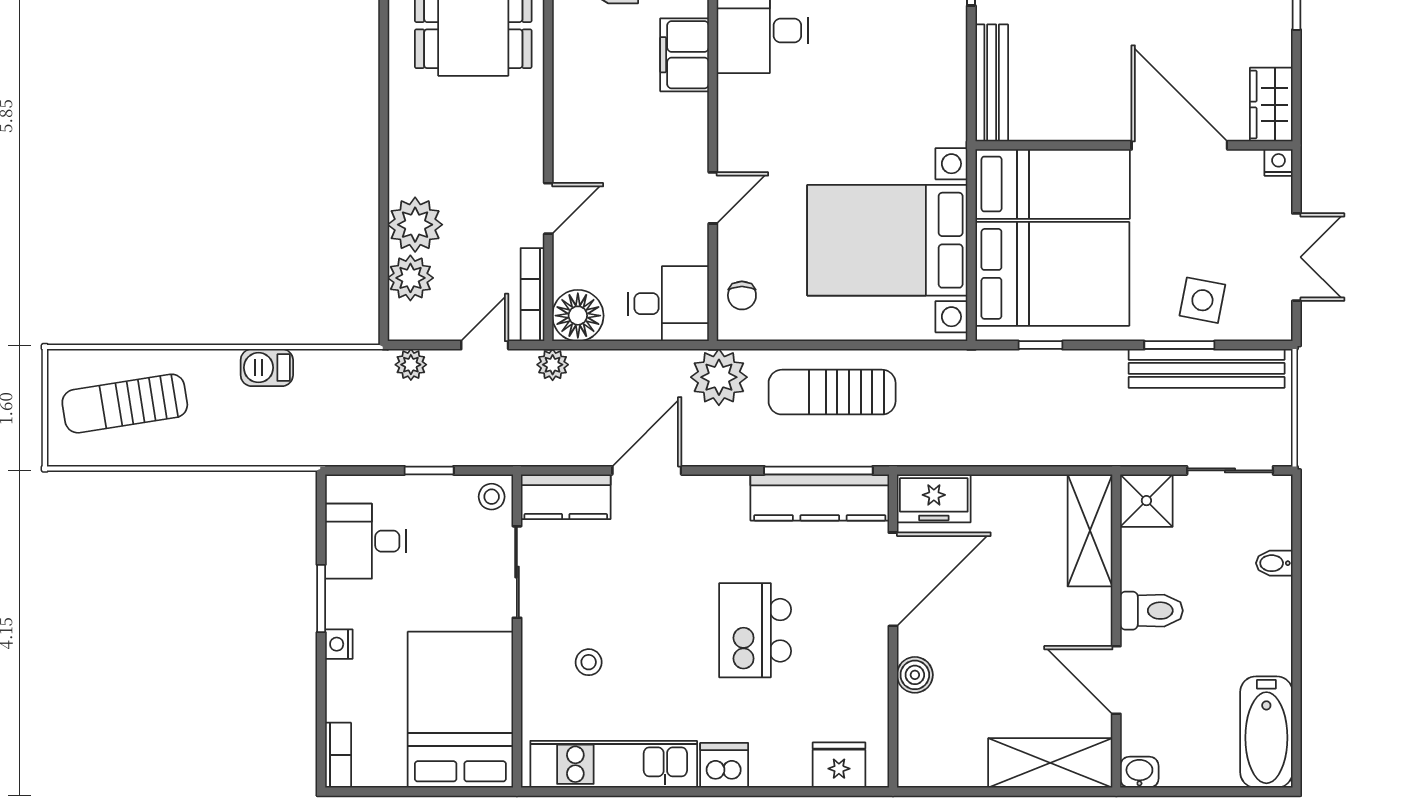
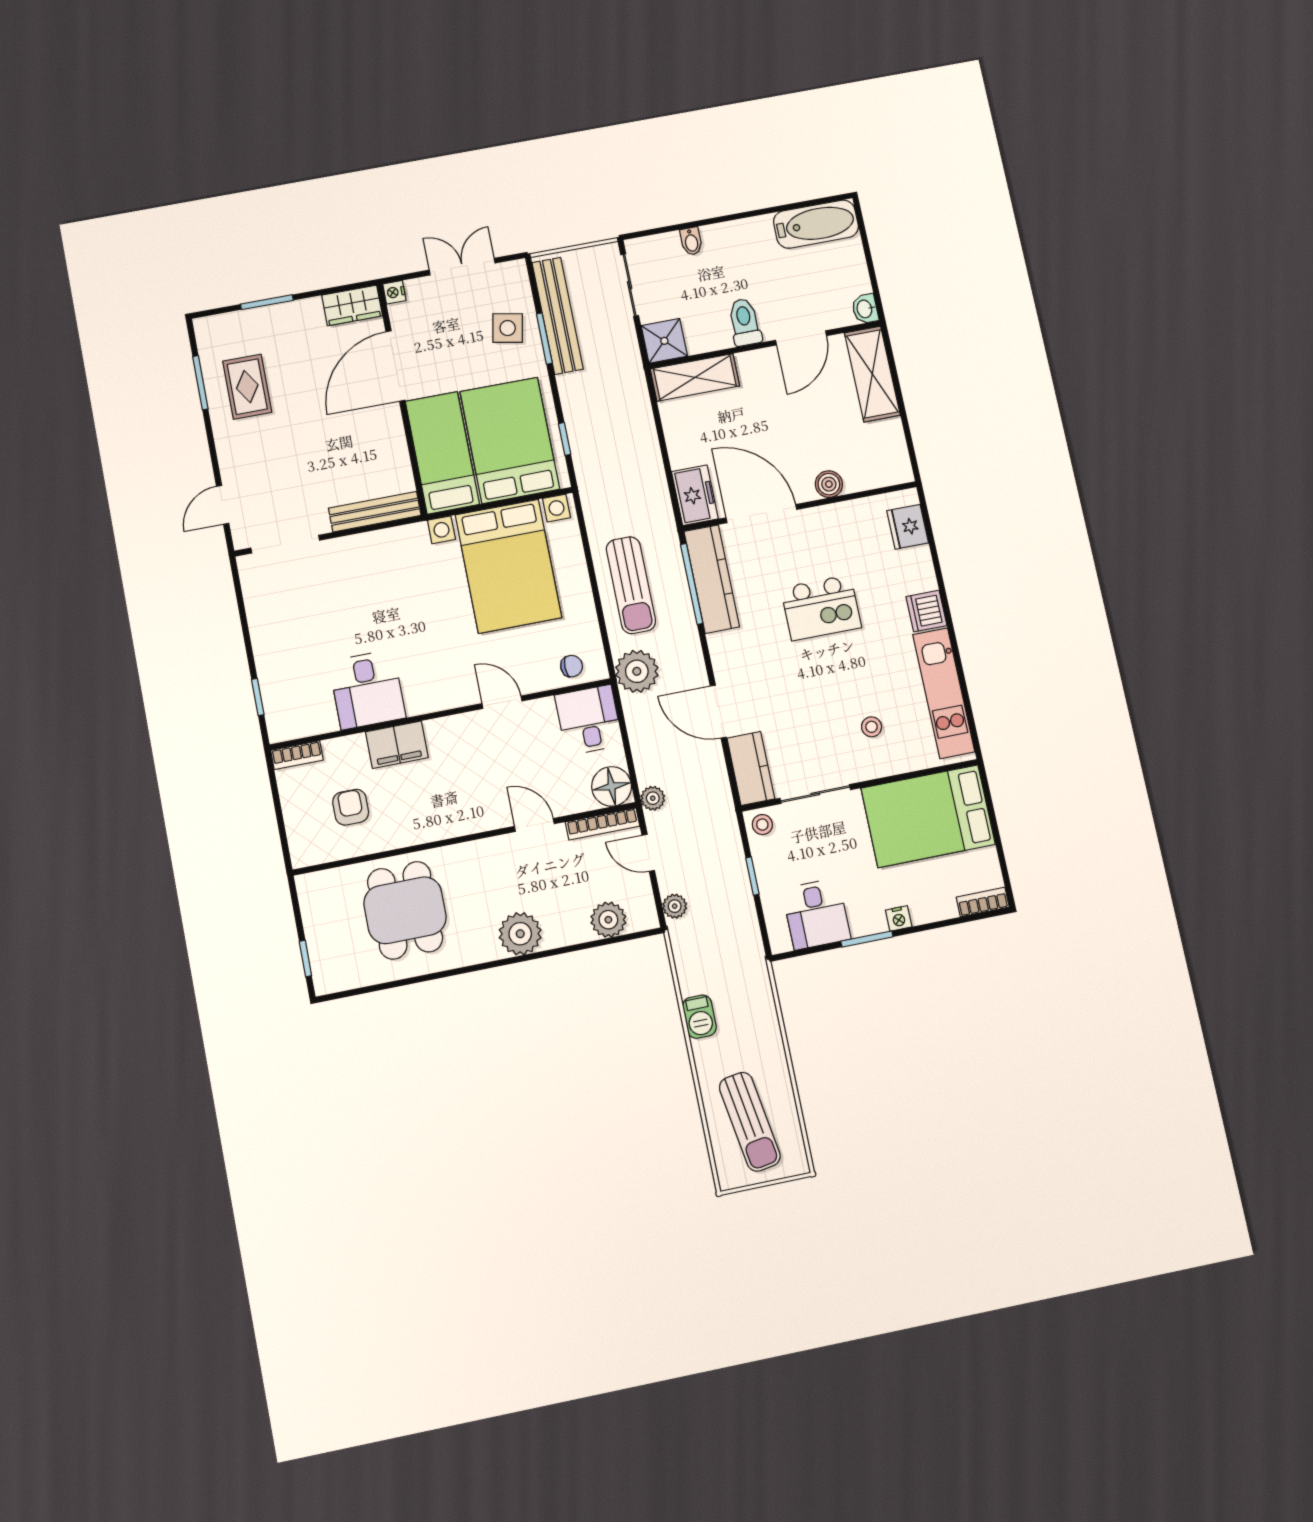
plant: (415, 225) -> (520, 934), moved

